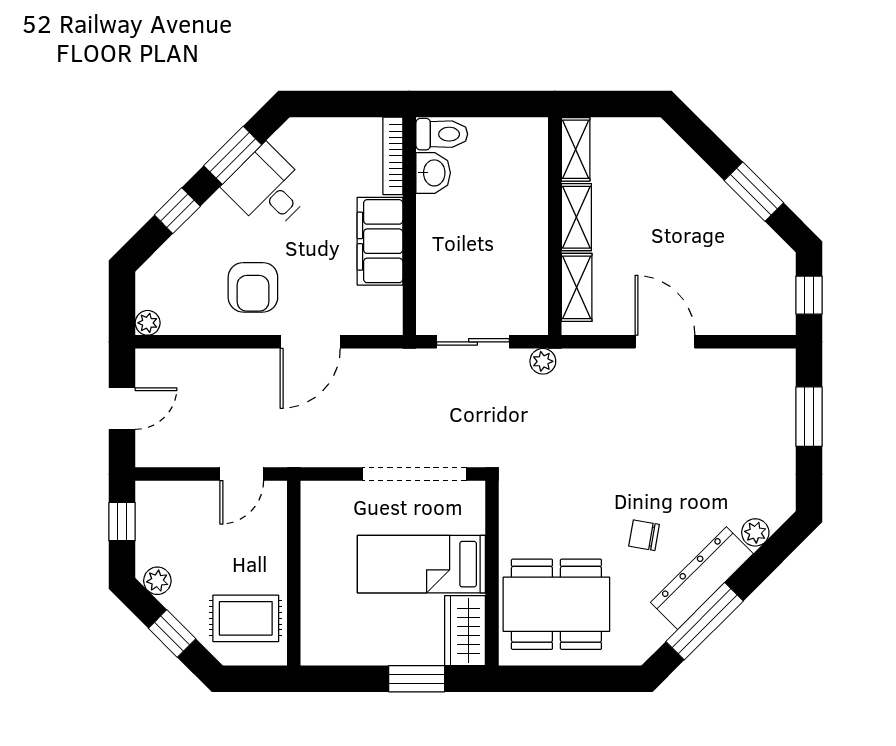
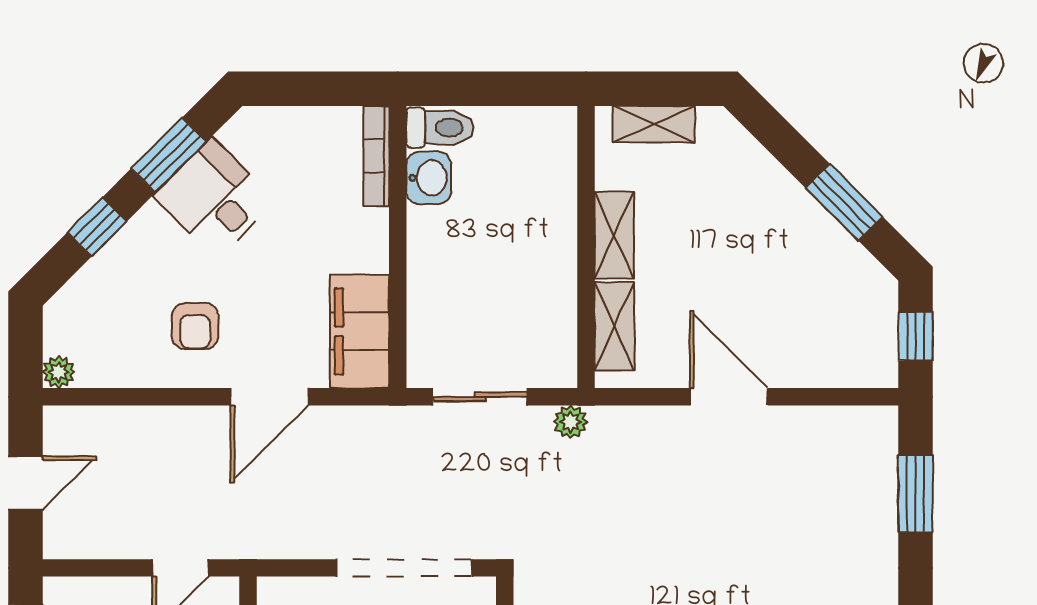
shelving: (576, 149) -> (654, 124), moved, turned 90
filing cabinet: (380, 241) -> (360, 331), moved
armchair: (253, 287) -> (195, 326), width x0.72, depth x0.72

